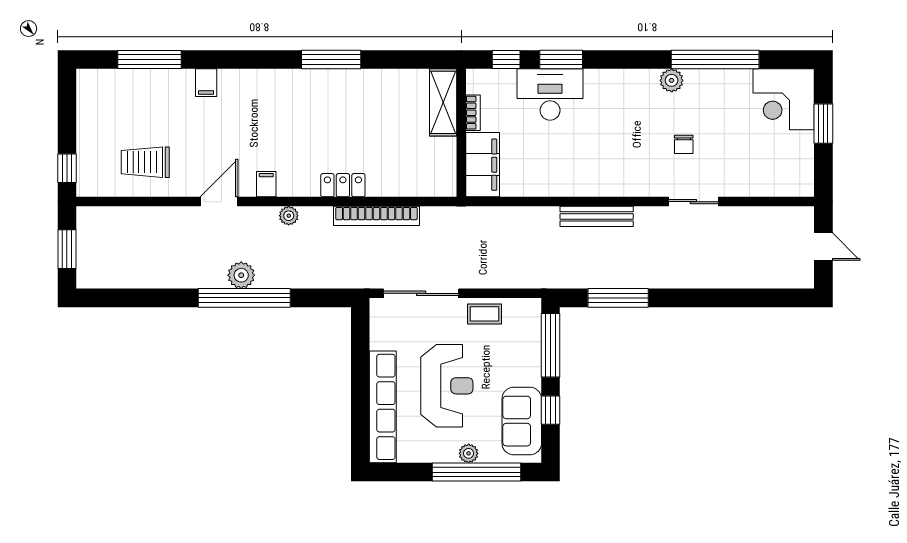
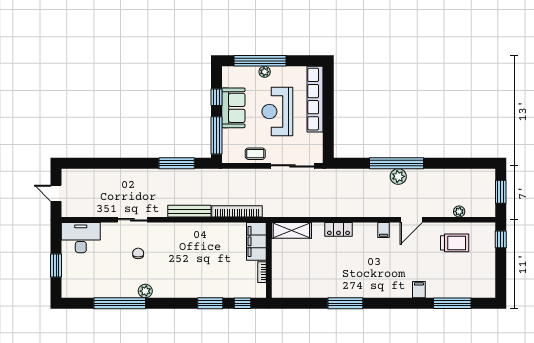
desk: (550, 94) -> (81, 238), moved, turned 180
corner desk: (784, 99) -> (79, 280), removed
shelving: (443, 102) -> (291, 230), moved, turned 90
plant: (289, 216) -> (459, 211), moved
bookcase: (376, 216) -> (237, 211), moved
sofa: (522, 421) -> (233, 108), moved

